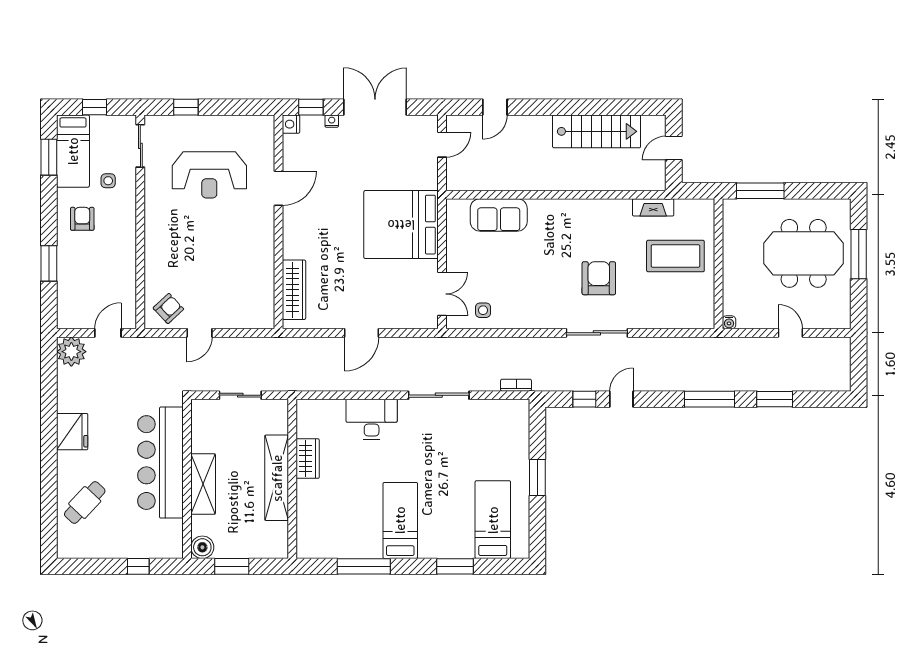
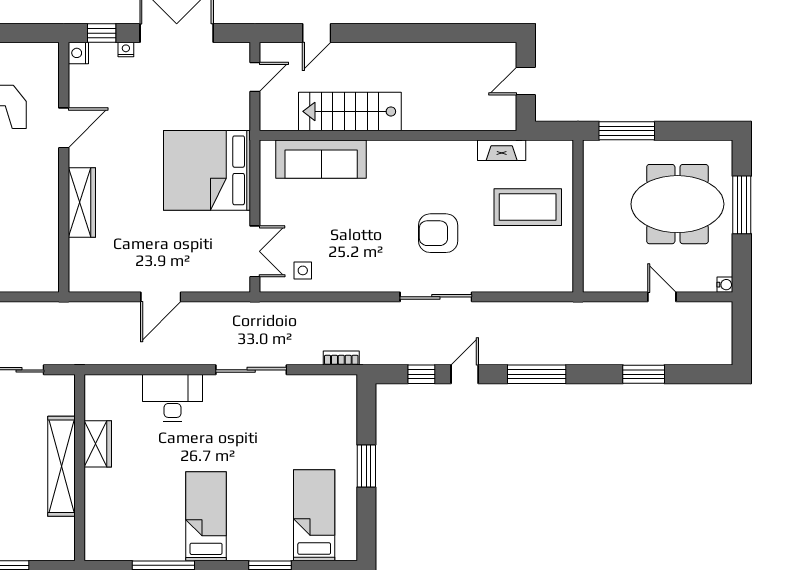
stairs: (597, 131) -> (350, 111), moved, turned 180
sofa: (499, 215) -> (321, 159), width x1.36
armchair: (599, 278) -> (438, 233), turned -90
wardrobe: (294, 290) -> (82, 202), moved
water cooler: (729, 322) -> (725, 285), moved, turned -90
window: (709, 399) -> (537, 374), moved

